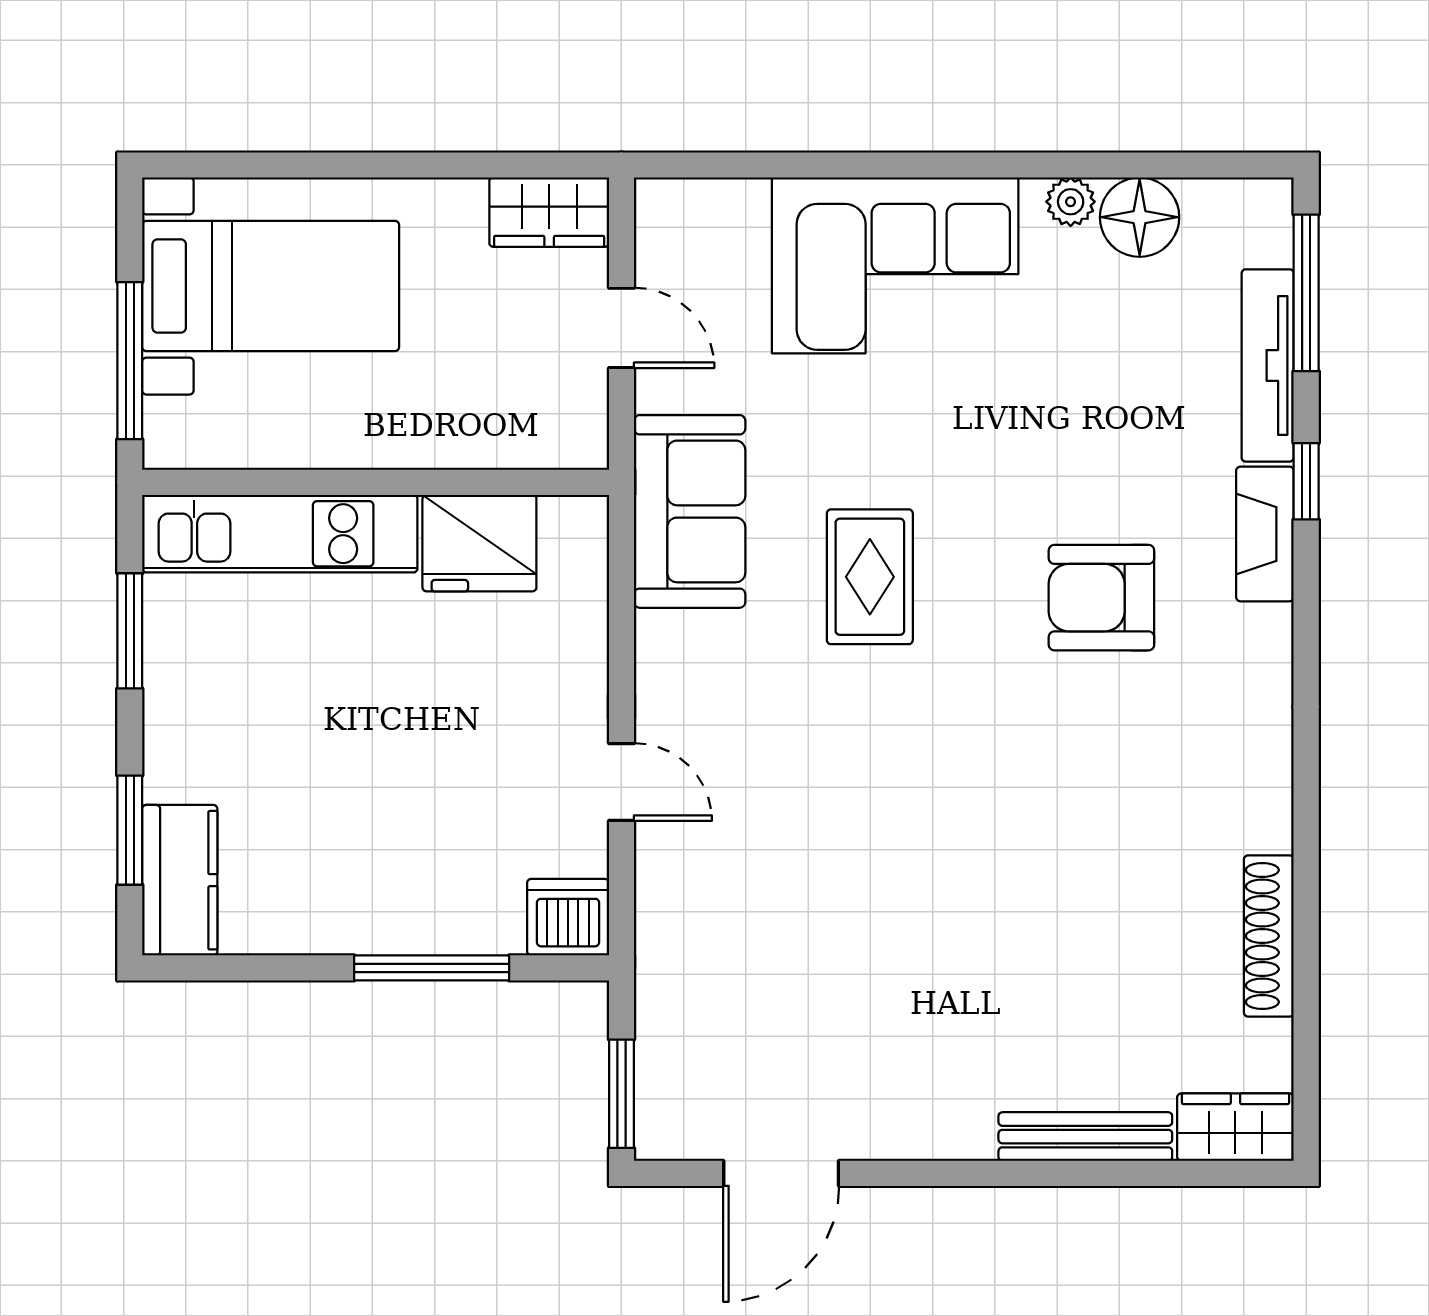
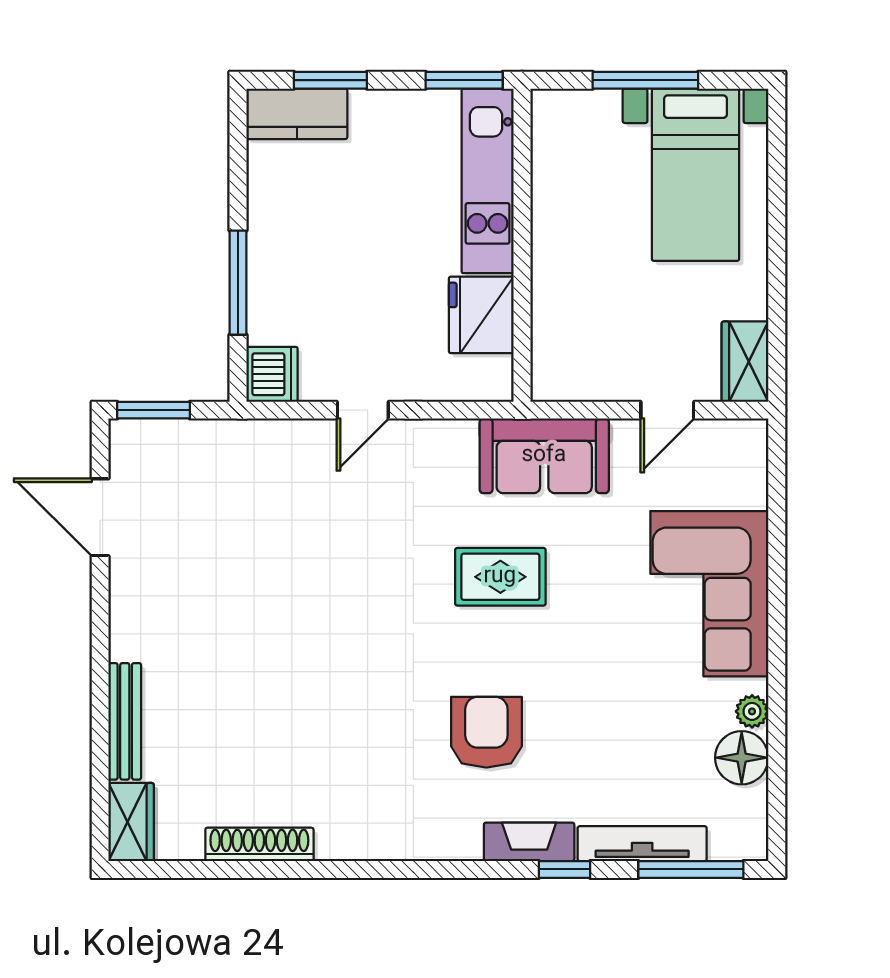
wall: (376, 482) -> (522, 245), moved
kitchen unit: (280, 534) -> (488, 181), moved
fridge: (479, 543) -> (481, 315), moved

